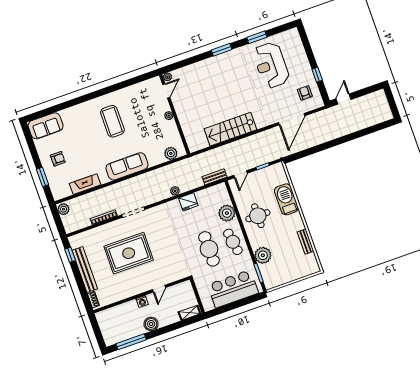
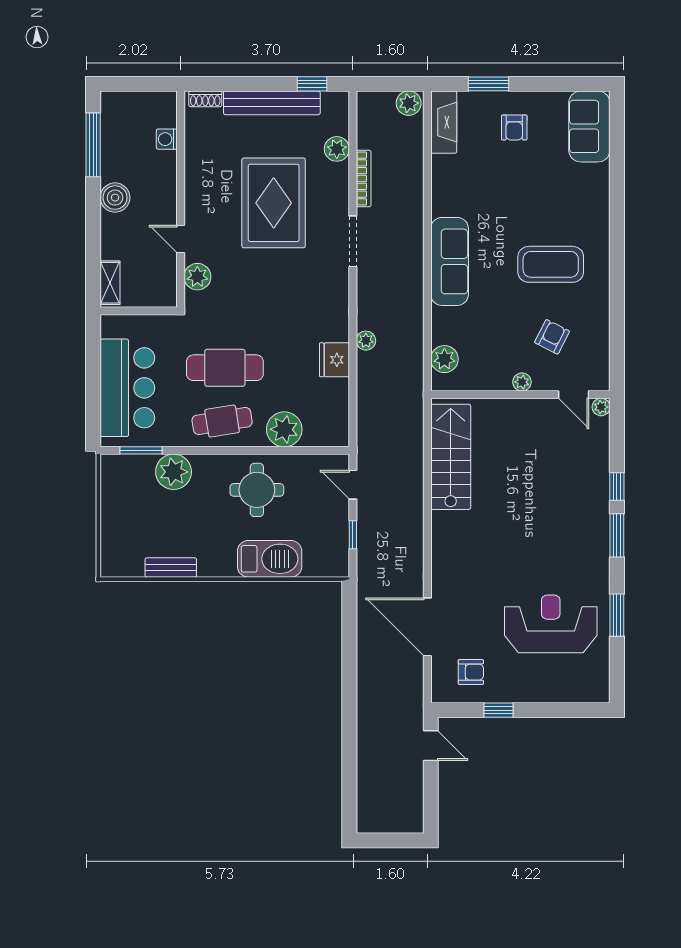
window: (200, 57) -> (617, 486), added
armchair: (144, 109) -> (552, 337), added
stairs: (230, 129) -> (451, 457), moved
bench: (215, 177) -> (366, 430), removed
fireplace: (85, 184) -> (444, 122), moved
plant: (95, 234) -> (337, 149), added
plant: (173, 275) -> (197, 277), added
washing machine: (142, 301) -> (167, 139), moved

